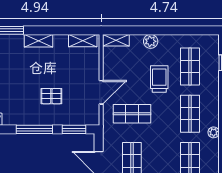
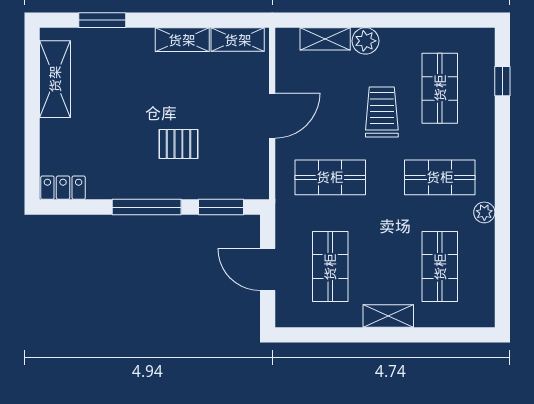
shelving: (116, 40) -> (325, 39), moved
shelving: (38, 41) -> (182, 40), moved
door: (101, 92) -> (272, 116), moved
shop shelf: (190, 114) -> (440, 177), turned 90

